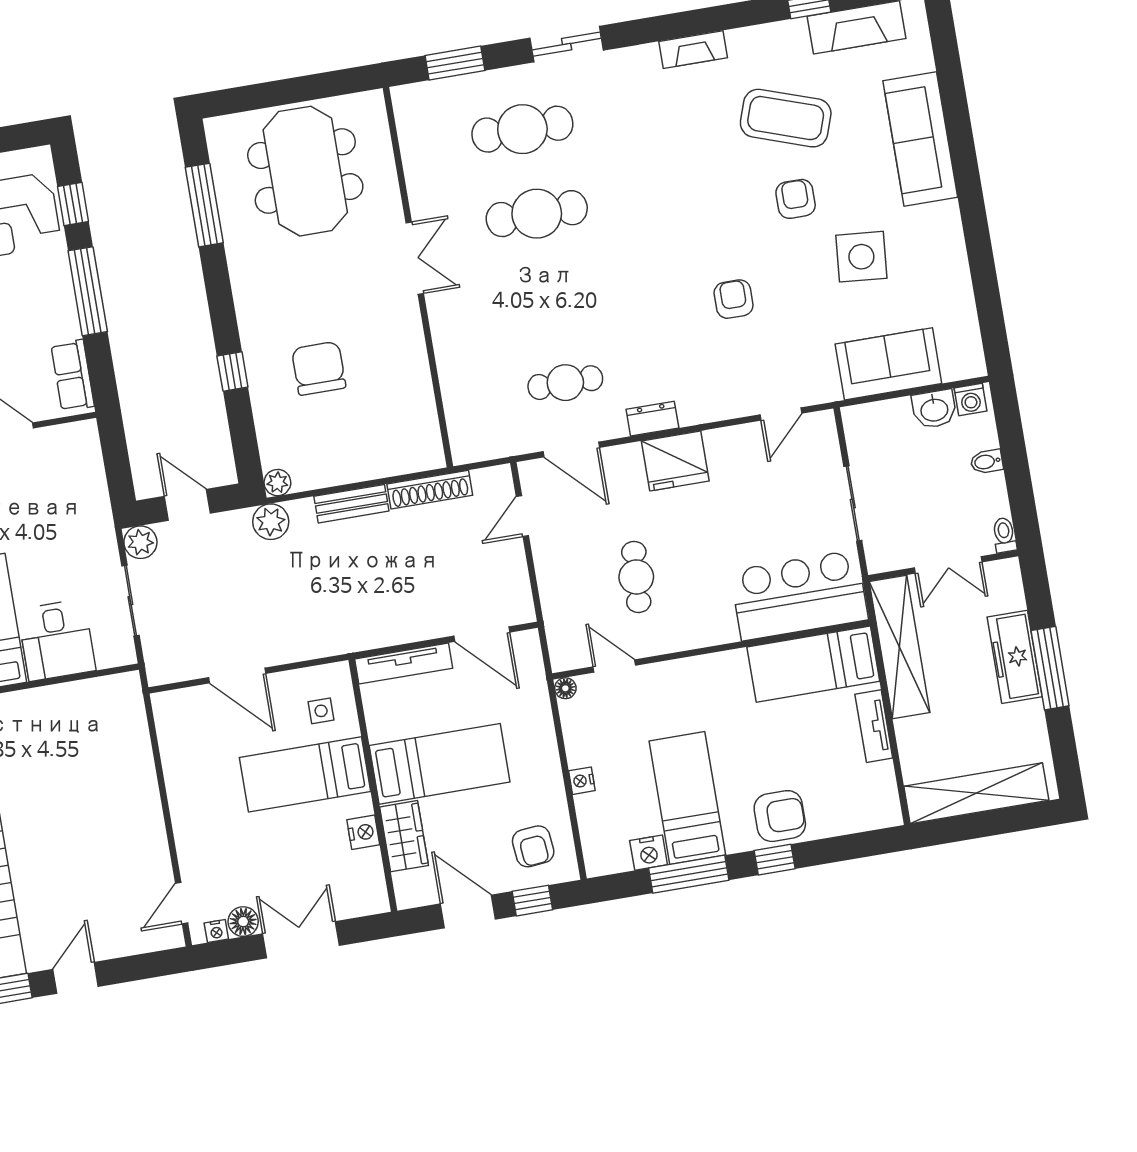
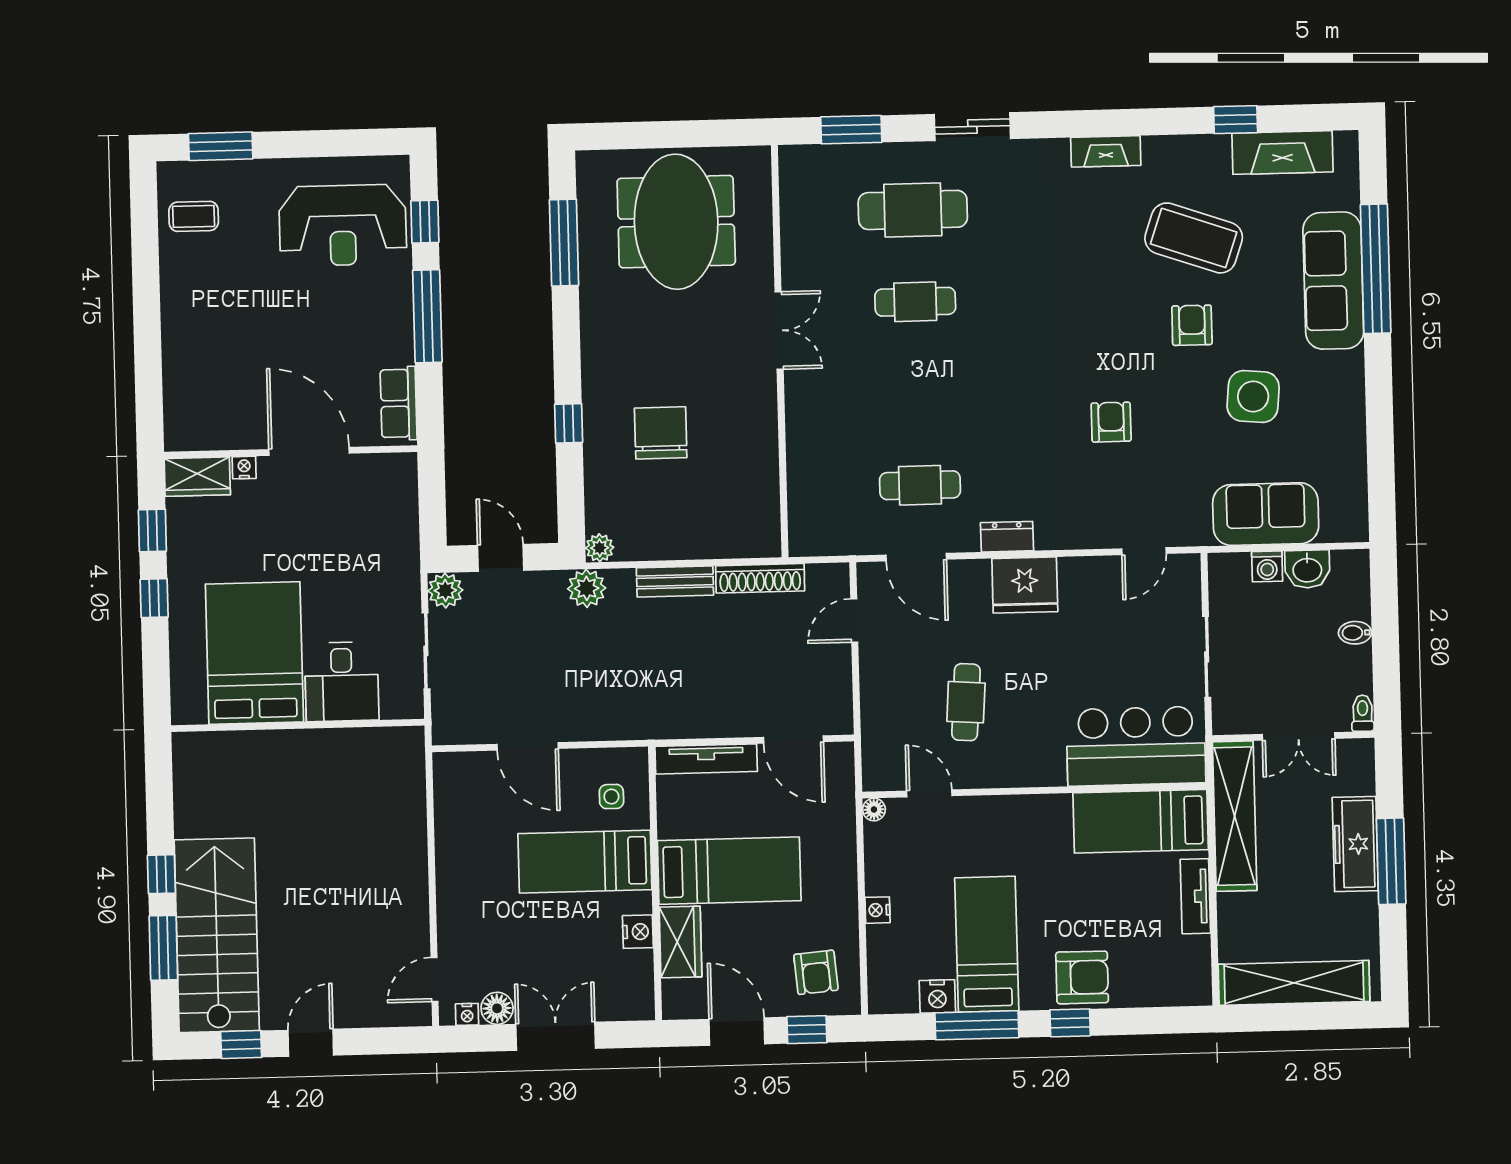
window: (958, 123) -> (1376, 269), added
cafe table: (537, 214) -> (915, 302), width x0.73, depth x0.74
washing machine: (971, 399) -> (1267, 566), moved

